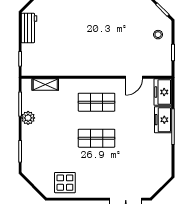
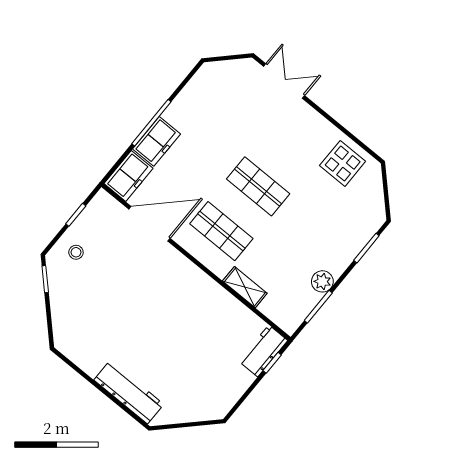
workbench: (29, 28) -> (263, 351), moved
door: (134, 77) -> (149, 224), width x1.88
shelving: (45, 84) -> (245, 287), moved

